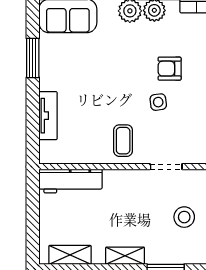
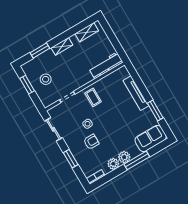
tv unit: (48, 116) -> (136, 93), width x1.41

